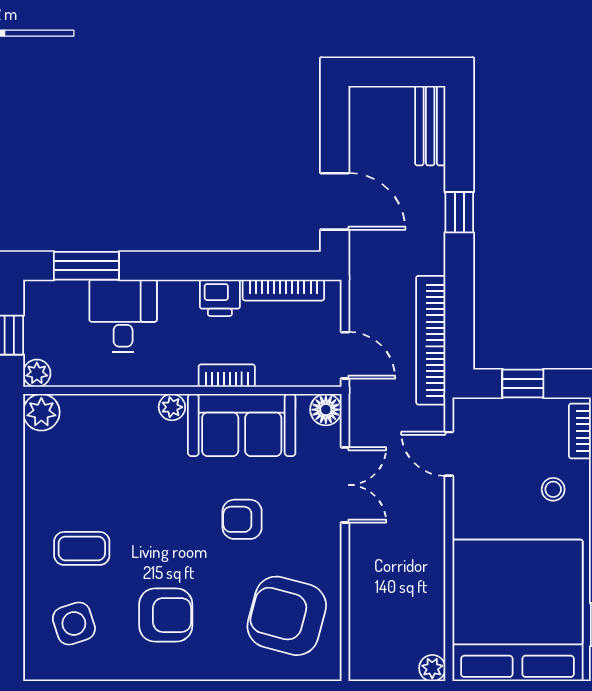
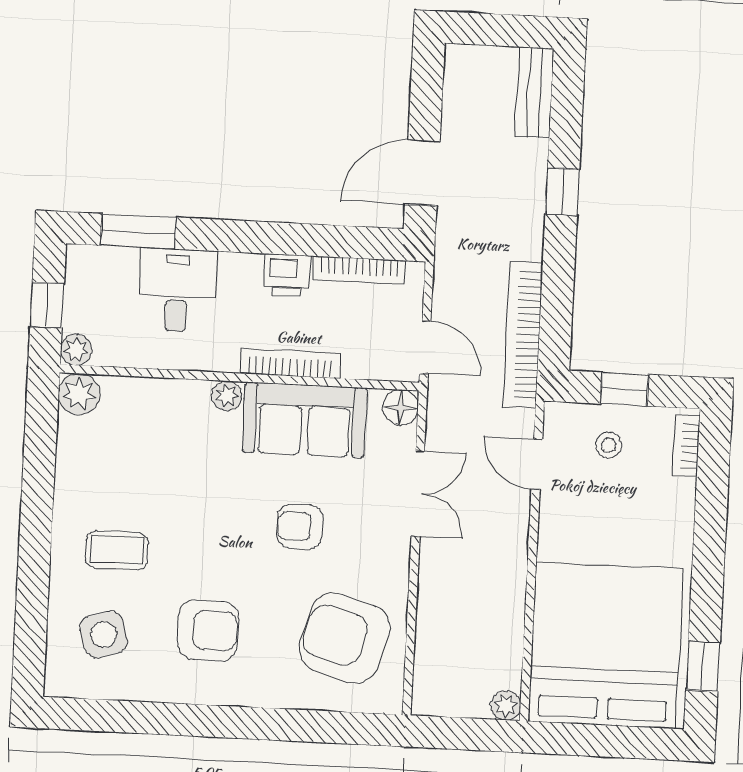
door: (335, 201) -> (422, 173), swing flipped
bookcase: (227, 376) -> (290, 363), width x1.56
stool: (553, 489) -> (609, 445), moved

